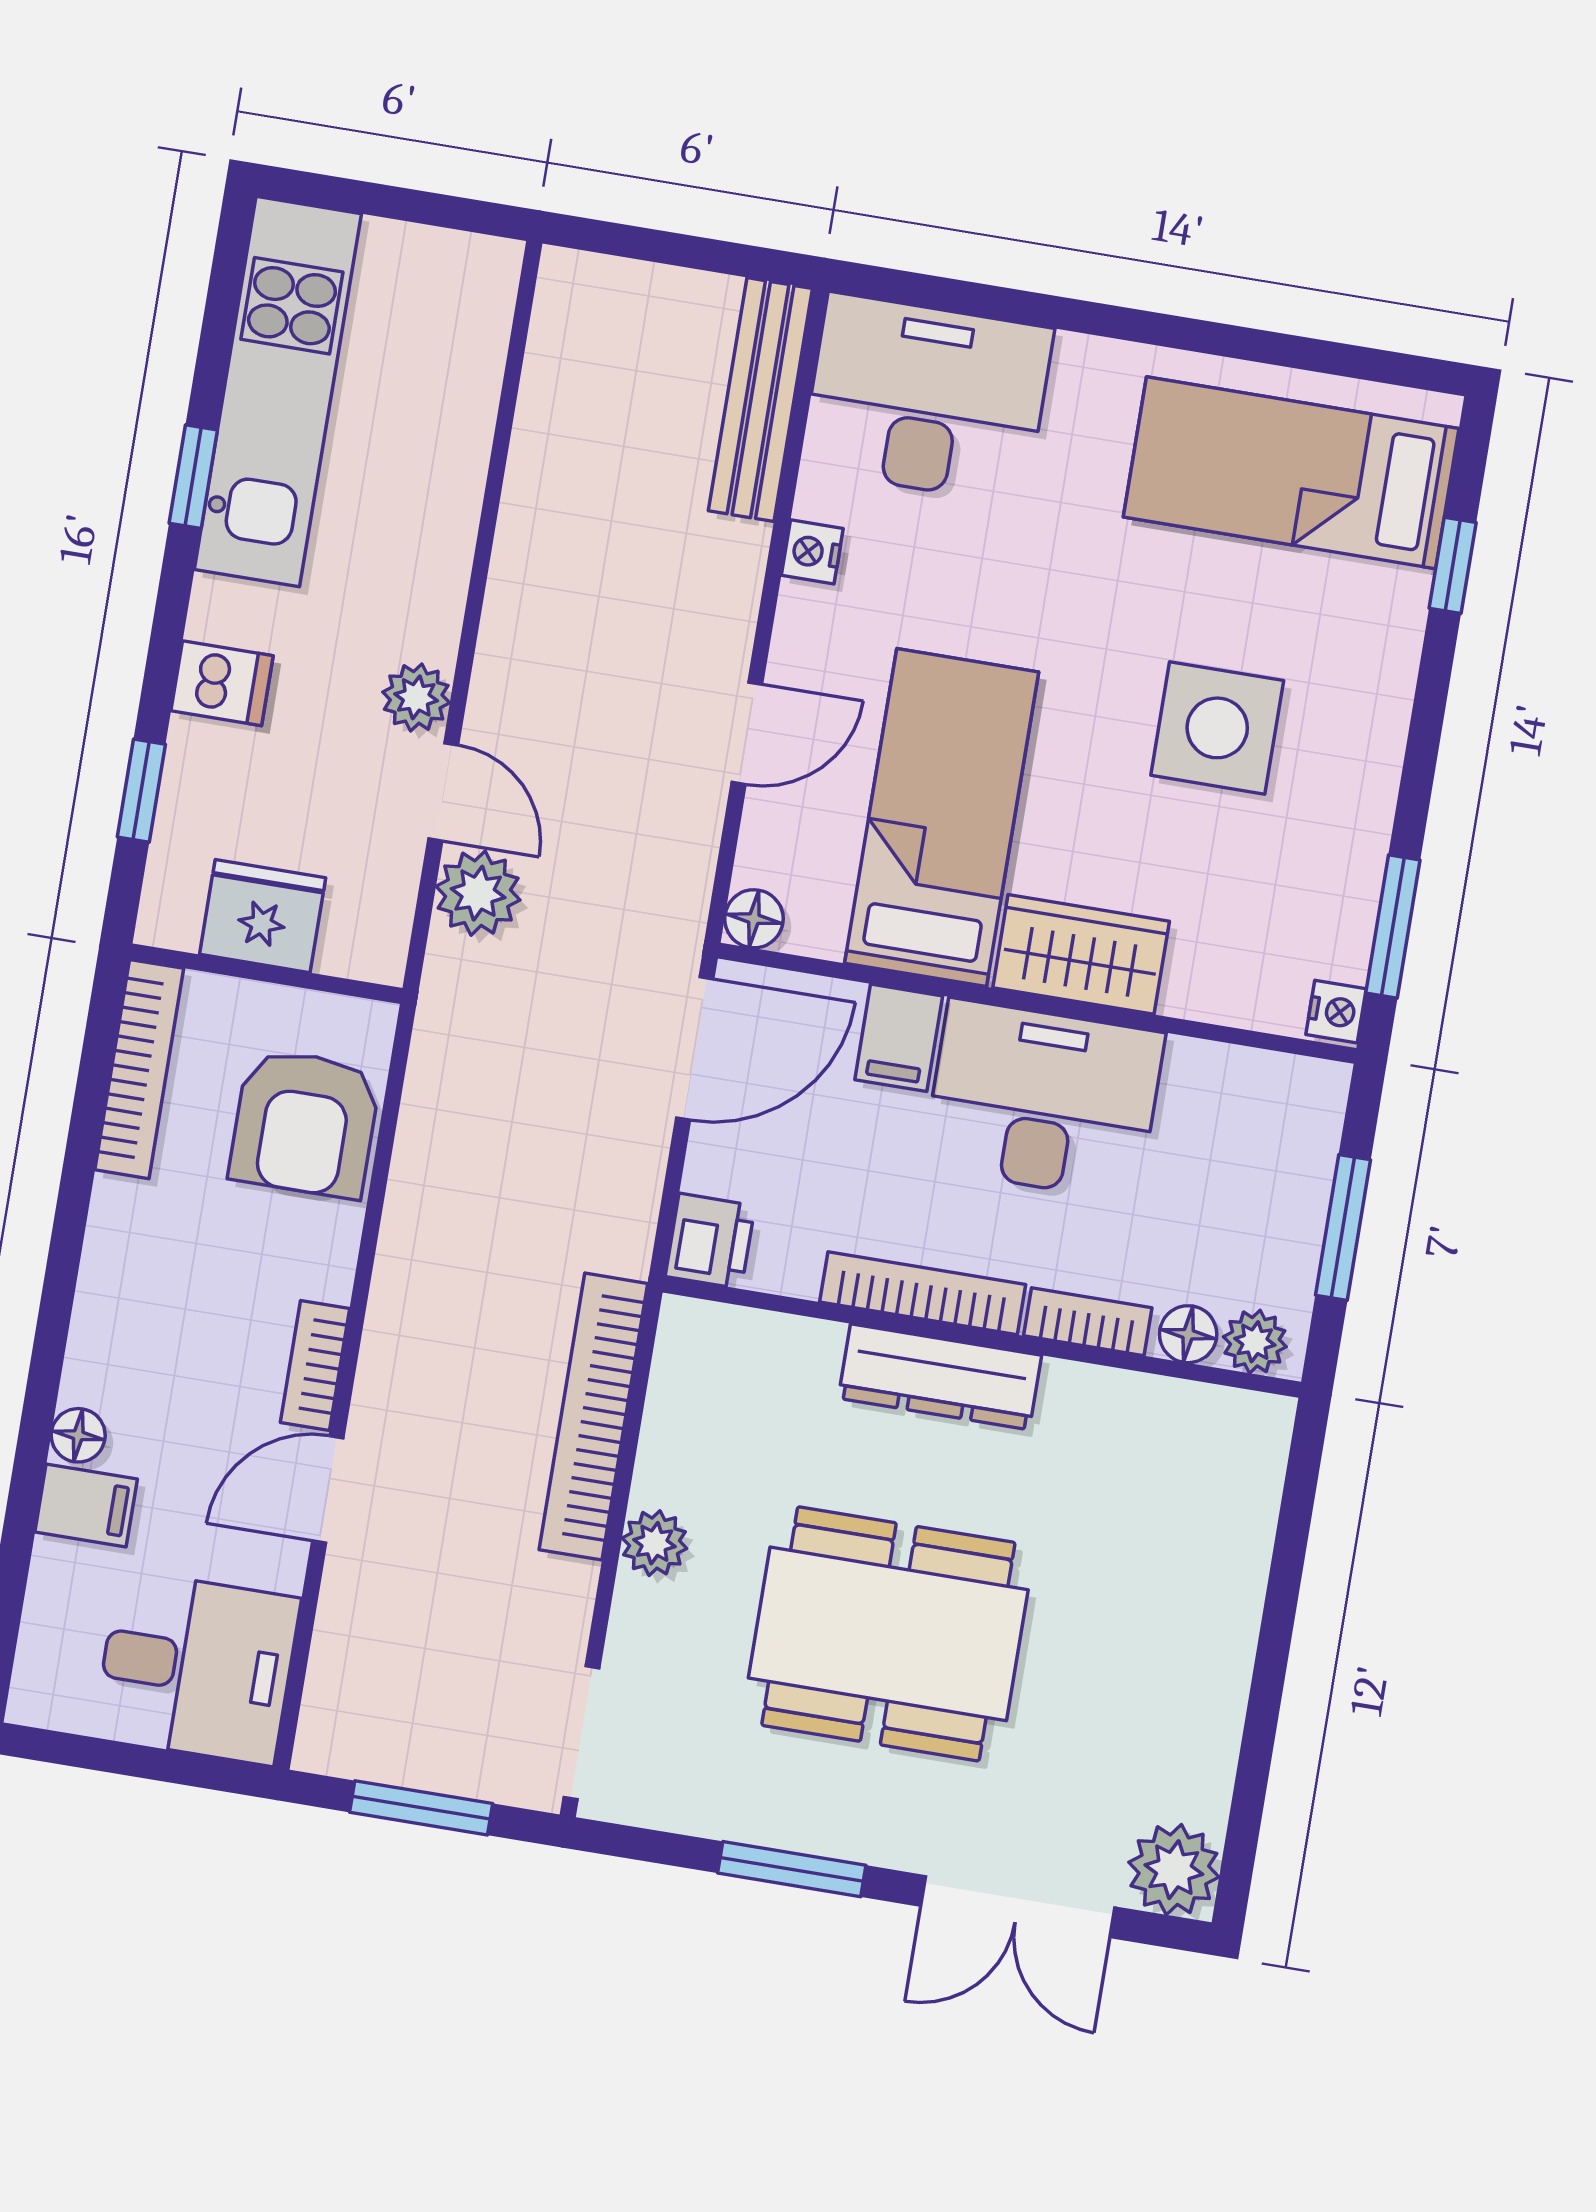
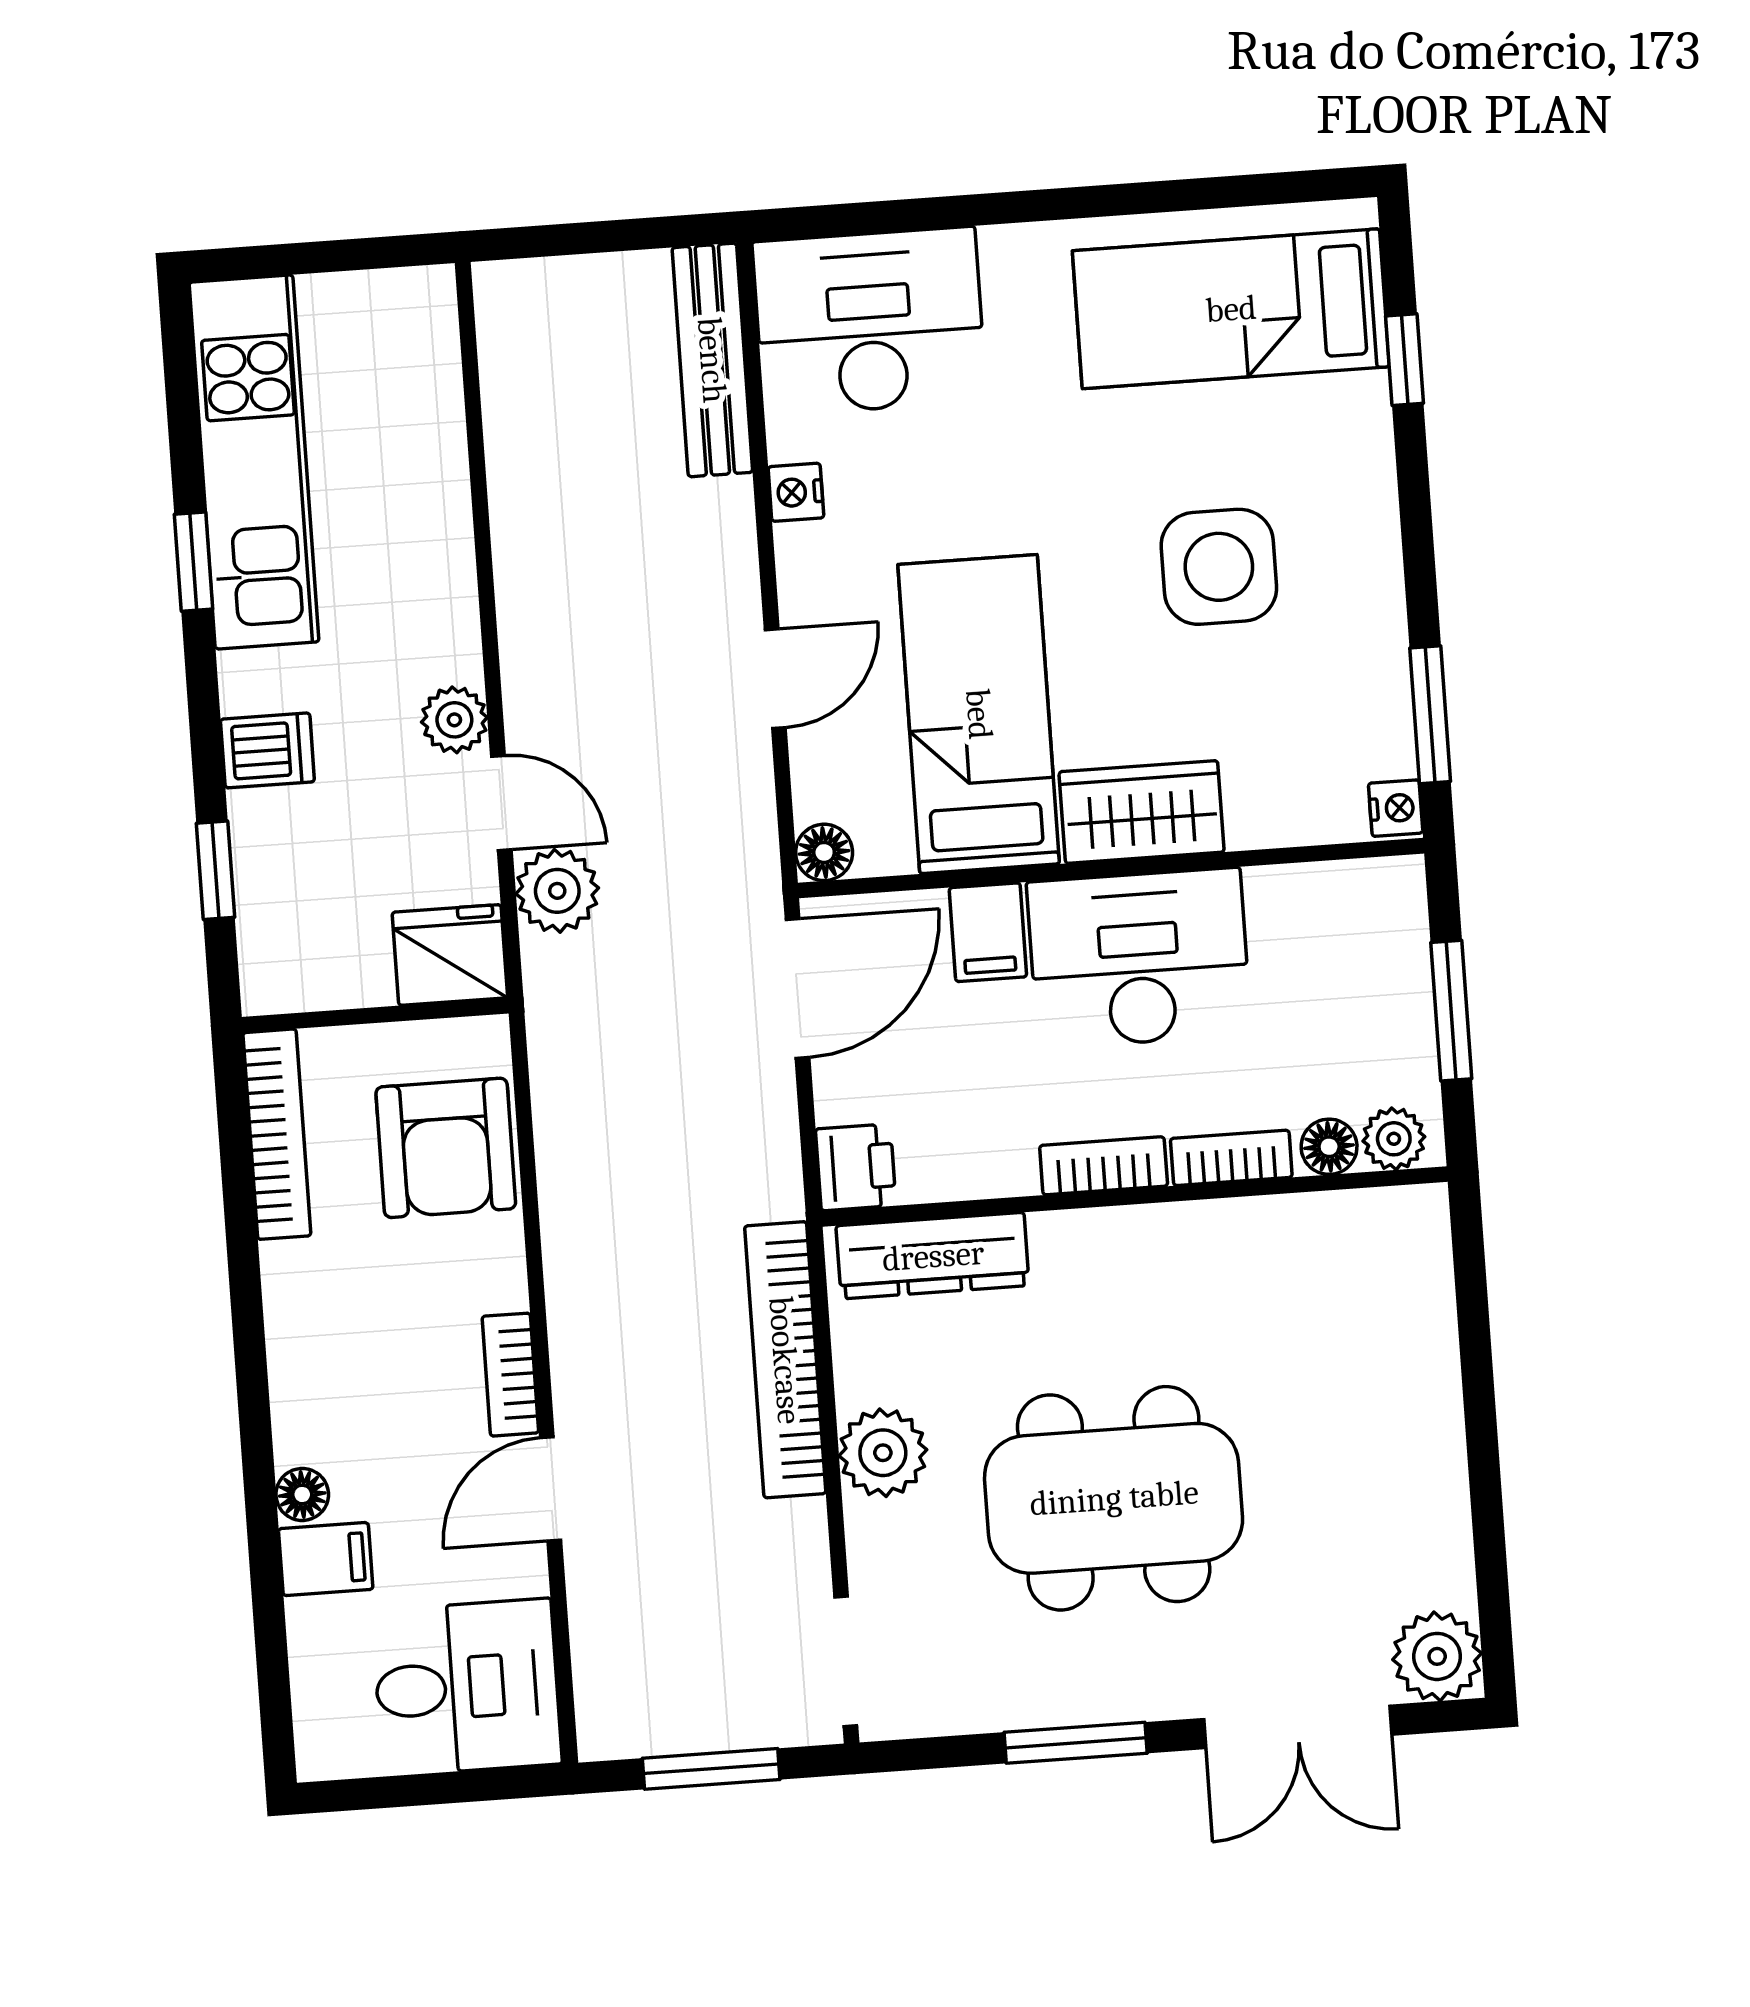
fridge: (263, 916) -> (450, 955), moved
bookcase: (923, 1293) -> (1104, 1166), width x0.64
dresser: (940, 1377) -> (933, 1256), moved
plant: (654, 1543) -> (883, 1453), width x1.38, depth x1.38

